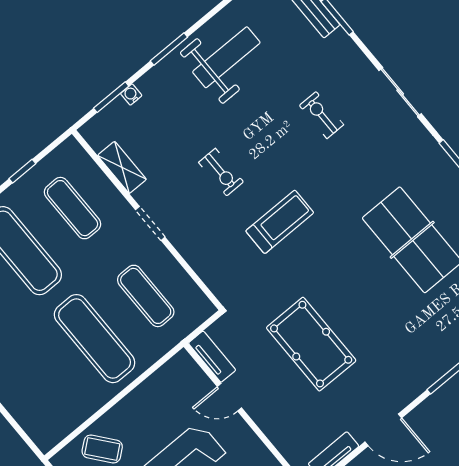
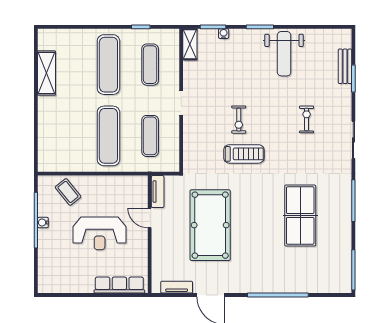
weight bench: (226, 57) -> (284, 54), turned 90
shelving: (122, 167) -> (190, 44), moved
exercise bike: (221, 172) -> (239, 120), moved
pool table: (311, 344) -> (210, 225), width x1.36, depth x1.32

